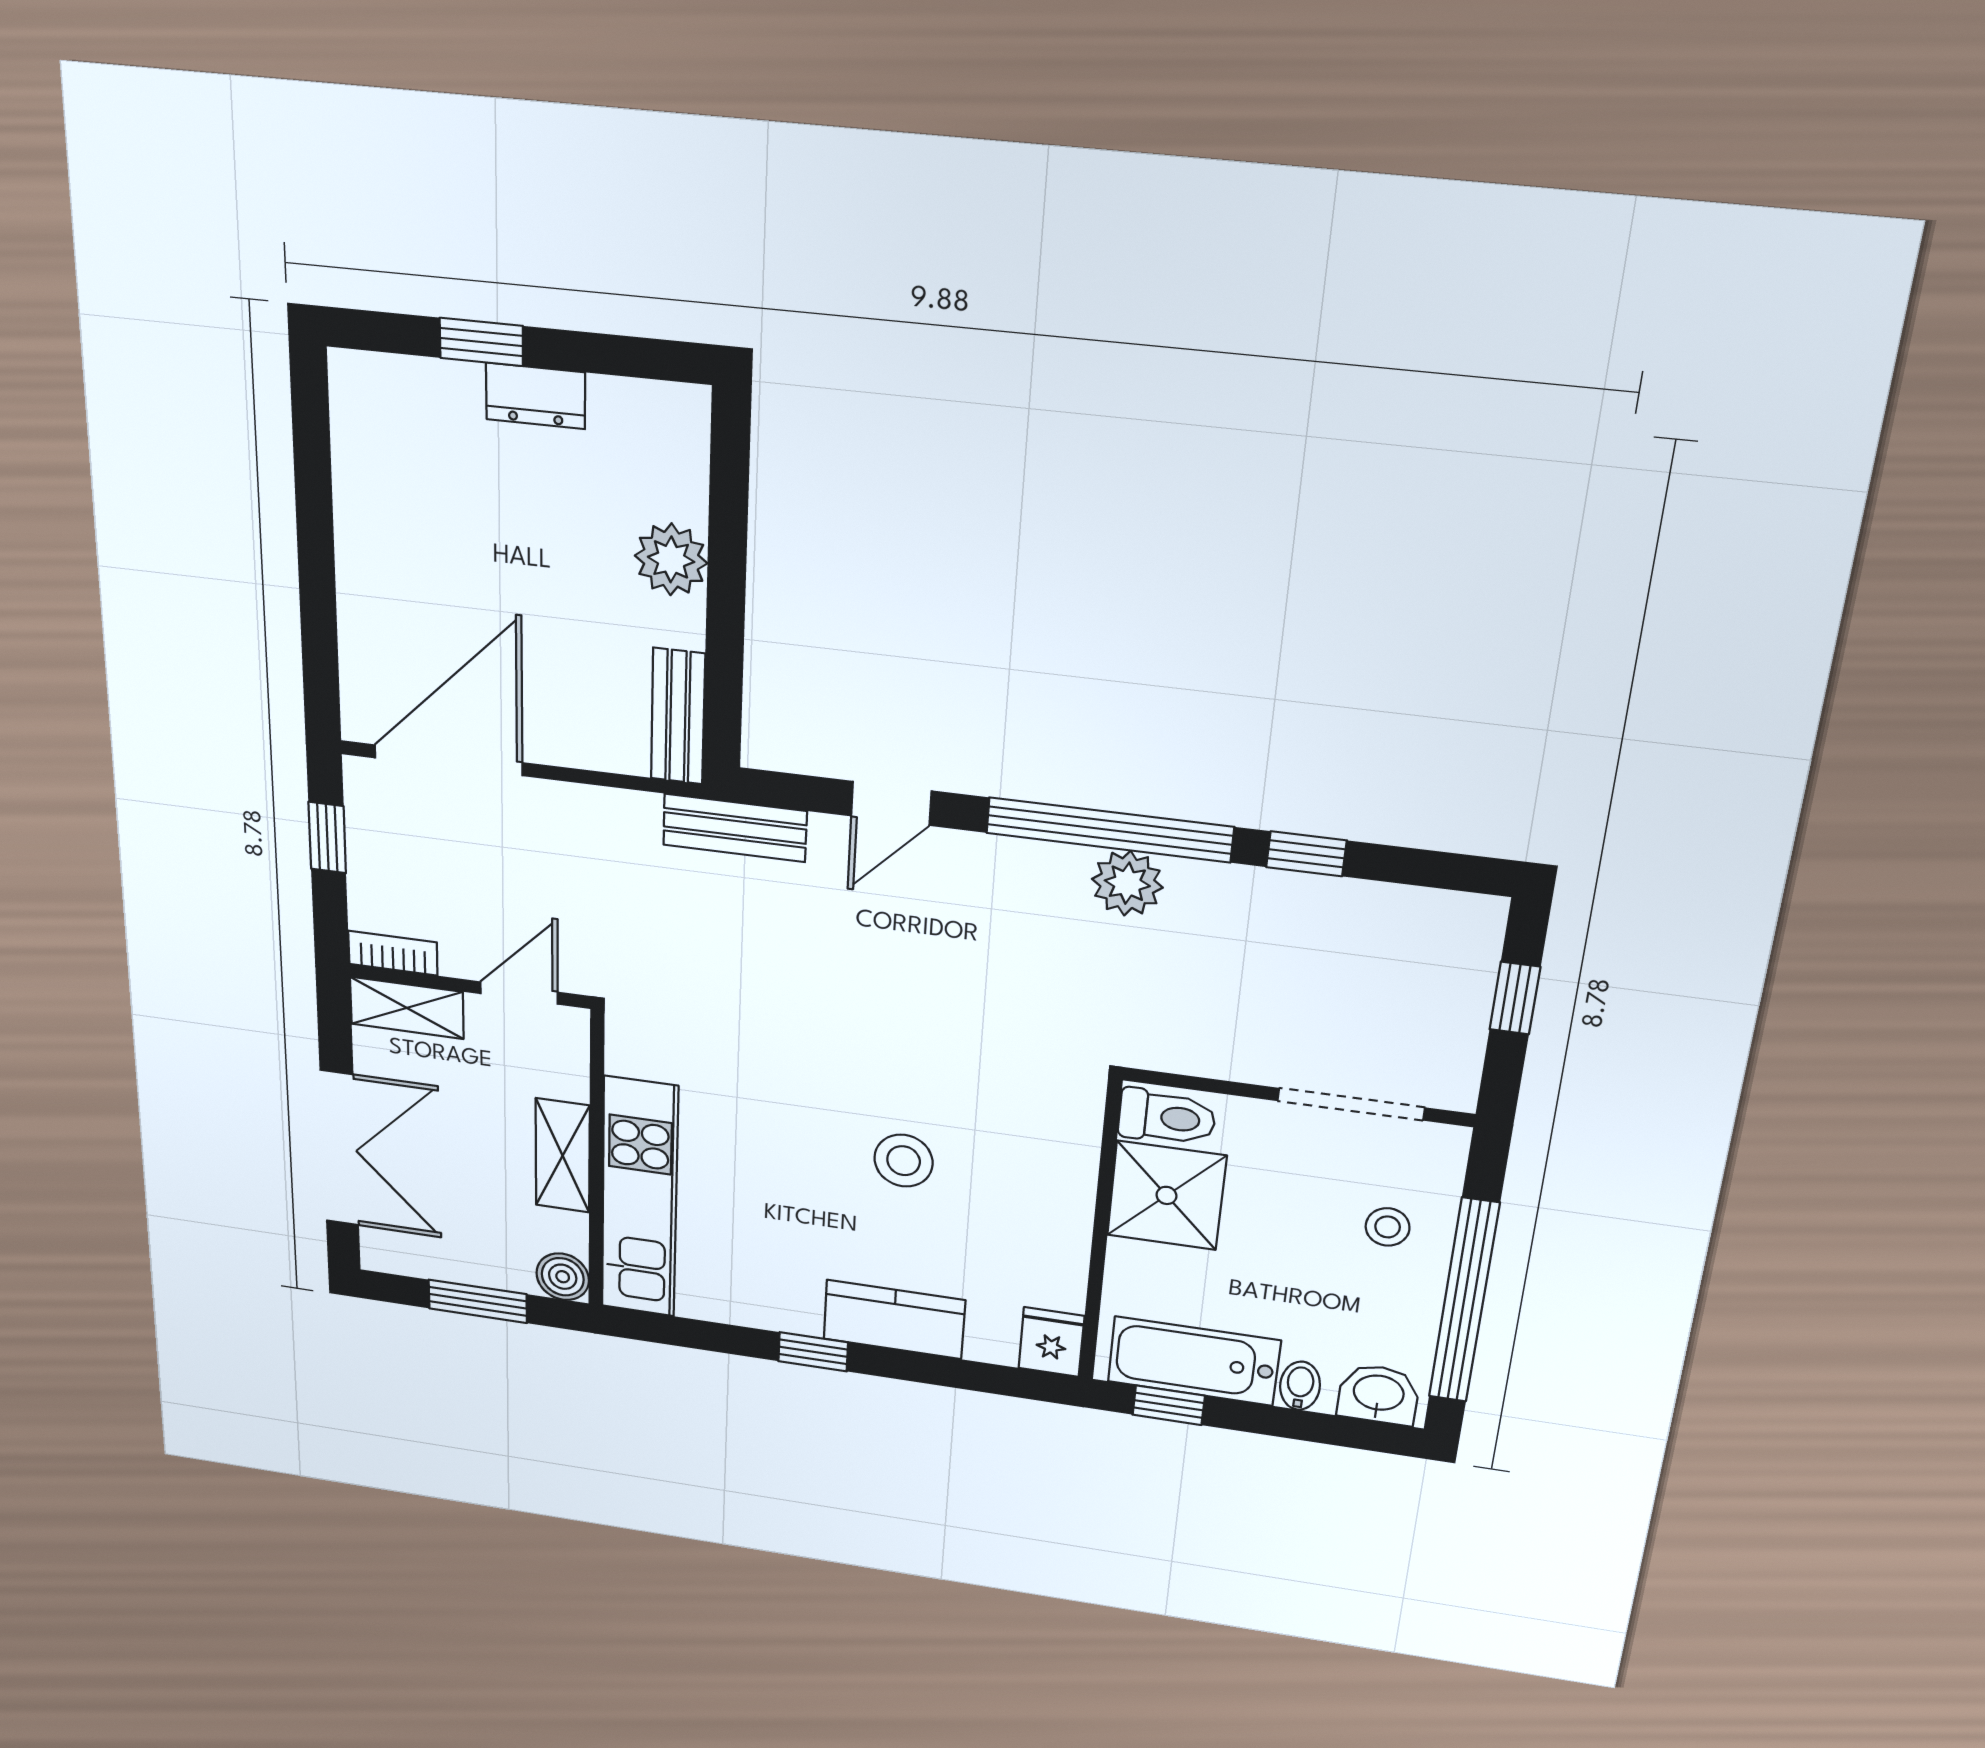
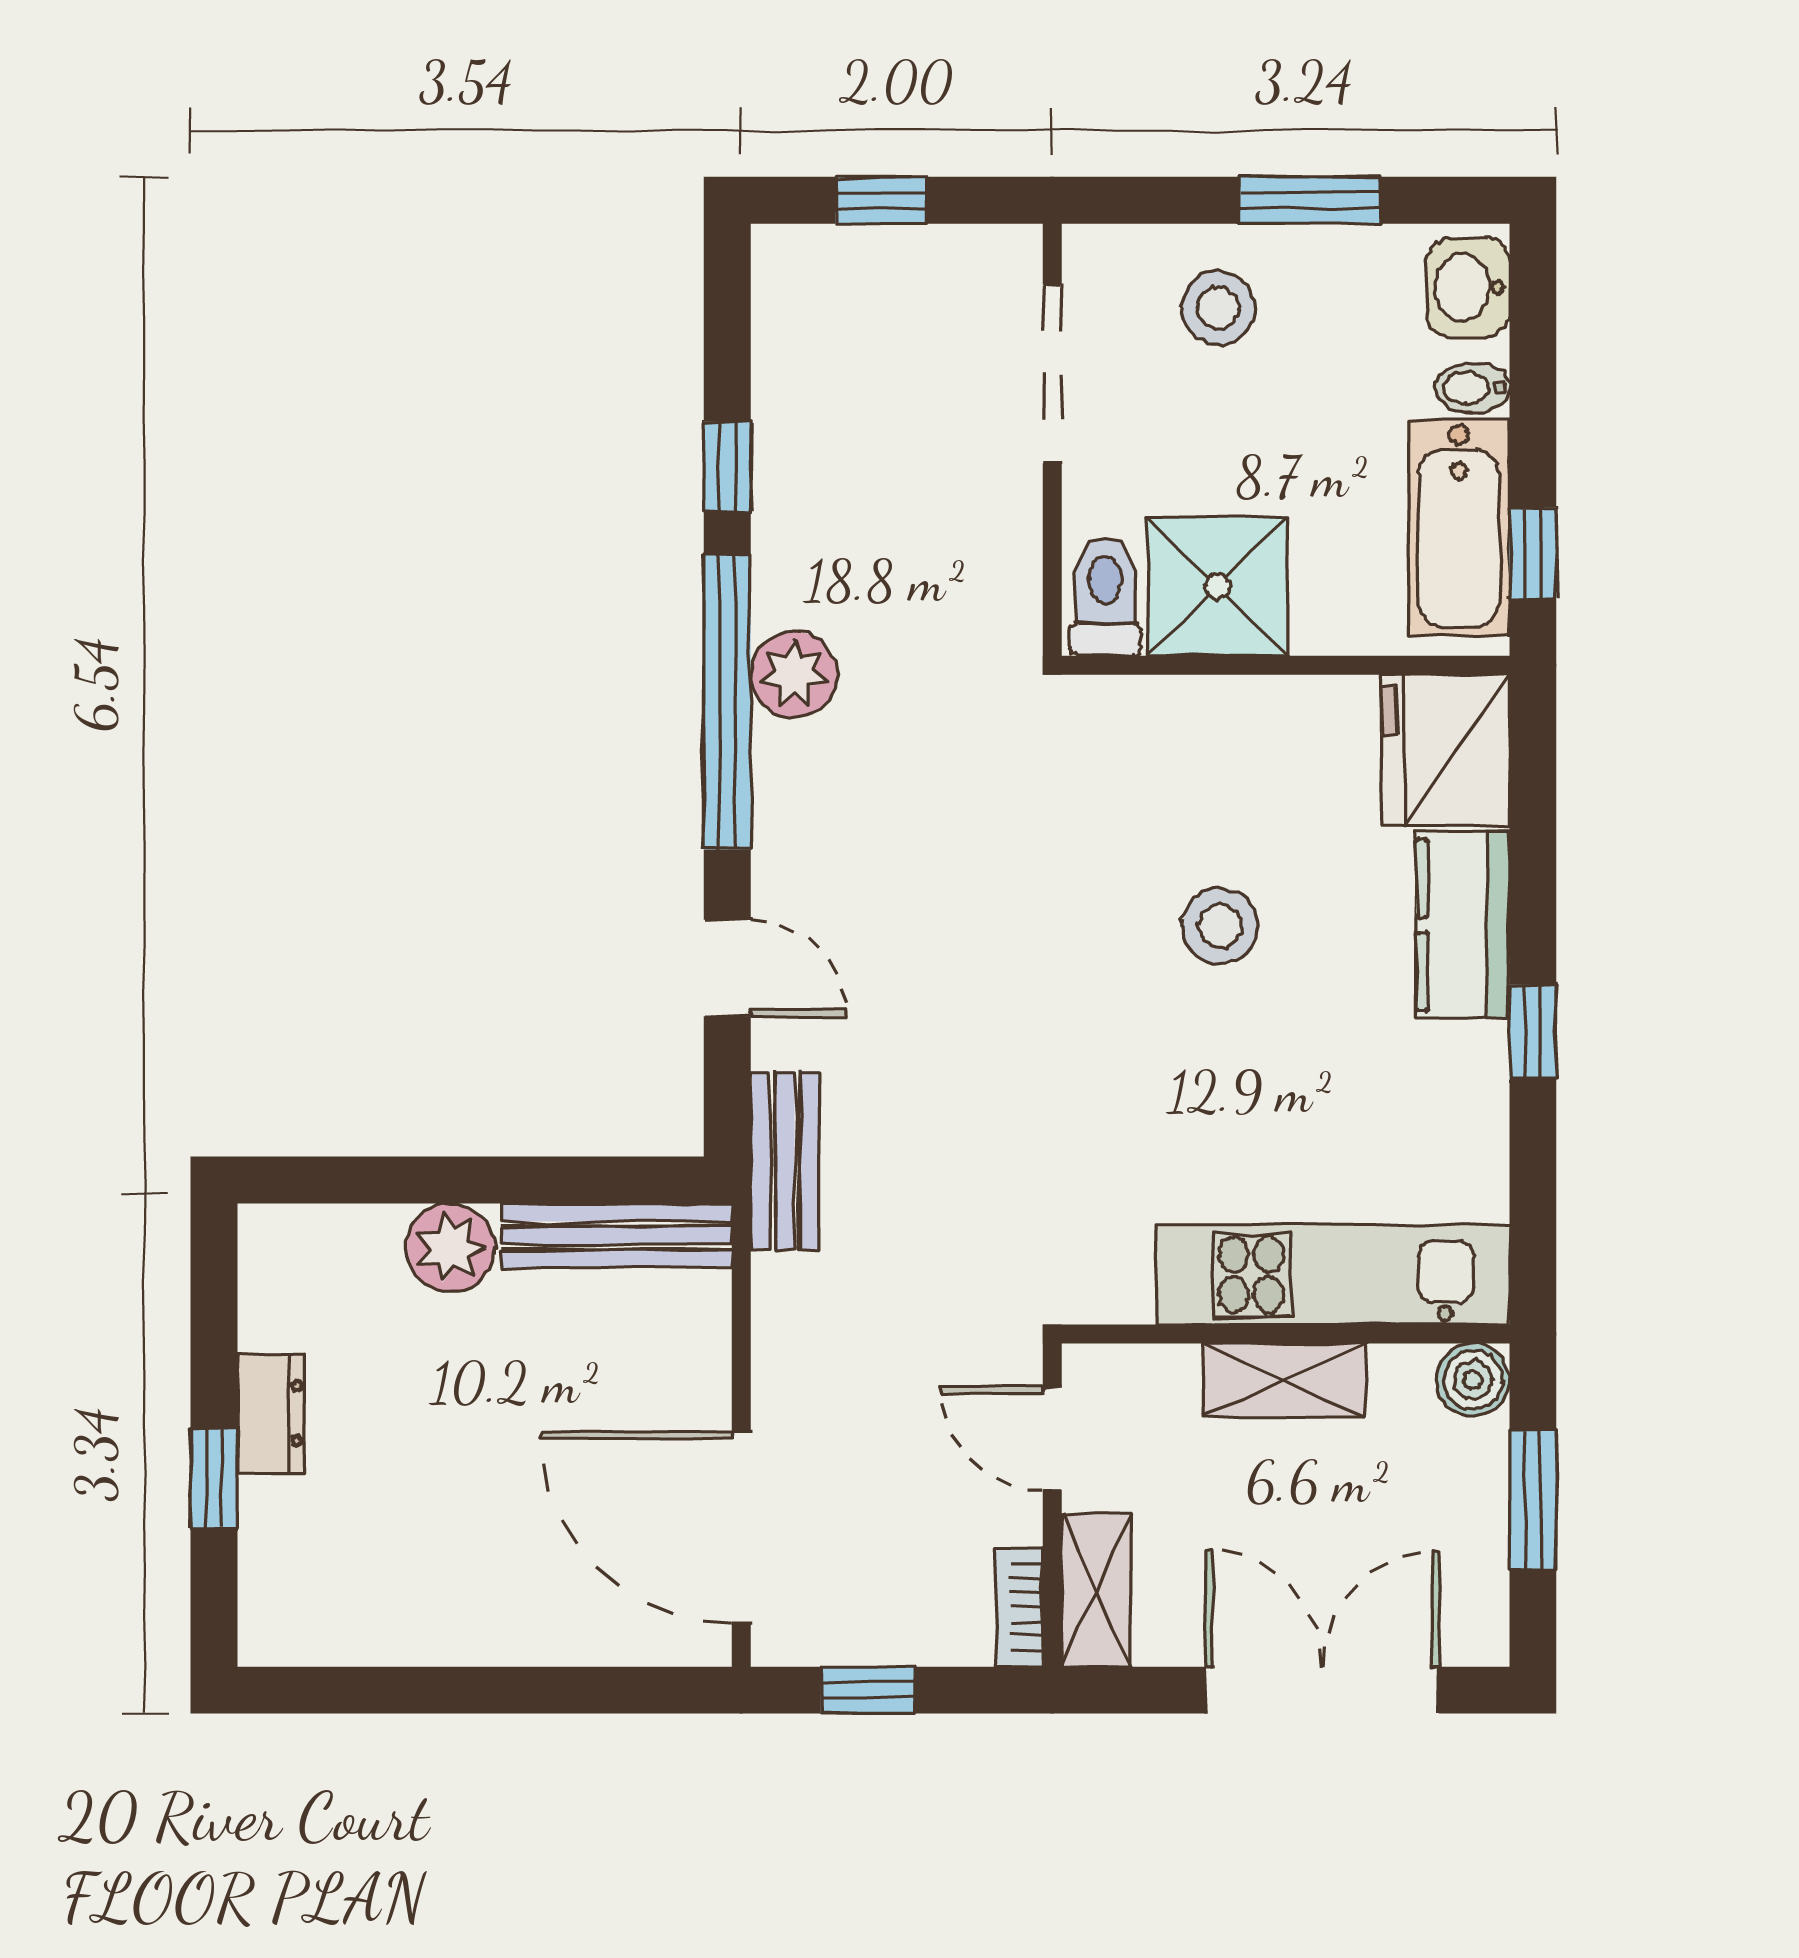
bench: (678, 716) -> (617, 1236), width x1.36
stool: (1388, 1227) -> (1218, 308), width x1.37, depth x1.37
window: (1464, 1301) -> (1310, 200), width x0.47
fridge: (1051, 1342) -> (1445, 750), width x1.88, depth x1.34

